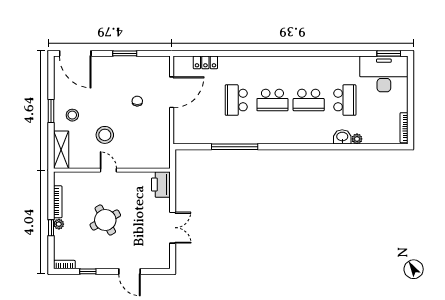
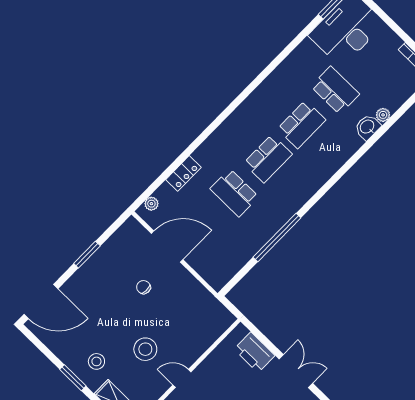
plant: (186, 61) -> (151, 204), added
locker: (205, 62) -> (183, 173), moved
door: (172, 92) -> (167, 247), hinge flipped
printer: (161, 185) -> (254, 352), moved

